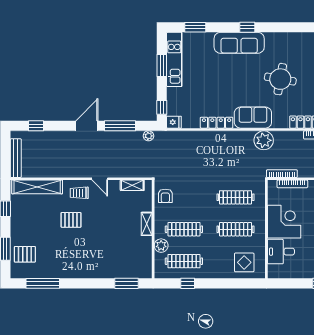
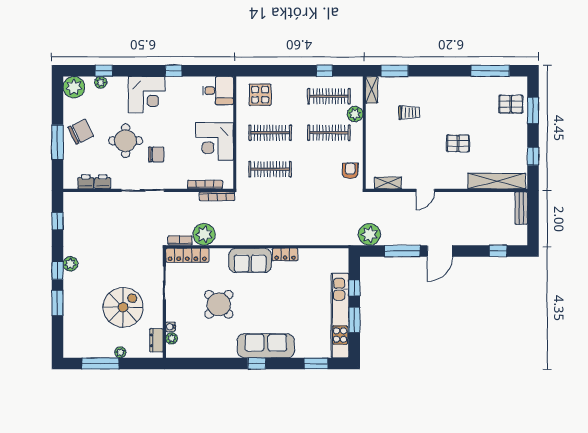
kitchen unit: (174, 59) -> (340, 316), width x1.36
round table: (280, 79) -> (219, 304), turned 35
window: (162, 107) -> (354, 288), moved
fridge: (174, 122) -> (340, 255), removed
locker: (217, 123) -> (285, 254), width x0.66
plant: (148, 136) -> (369, 234), width x1.88, depth x1.88
plant: (264, 140) -> (204, 234), moved
bench: (16, 158) -> (521, 208), width x0.73
door: (100, 179) -> (425, 190), swing flipped
trolley: (79, 193) -> (409, 113), moved
shelving: (147, 224) -> (372, 90), moved
desk: (281, 252) -> (218, 91), moved

